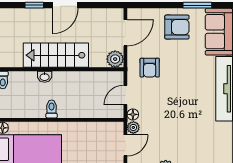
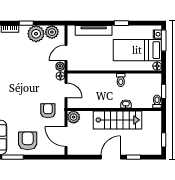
armchair: (177, 27) -> (28, 141), turned 90
door: (125, 33) -> (66, 137), hinge flipped
door: (125, 95) -> (66, 90), hinge flipped

